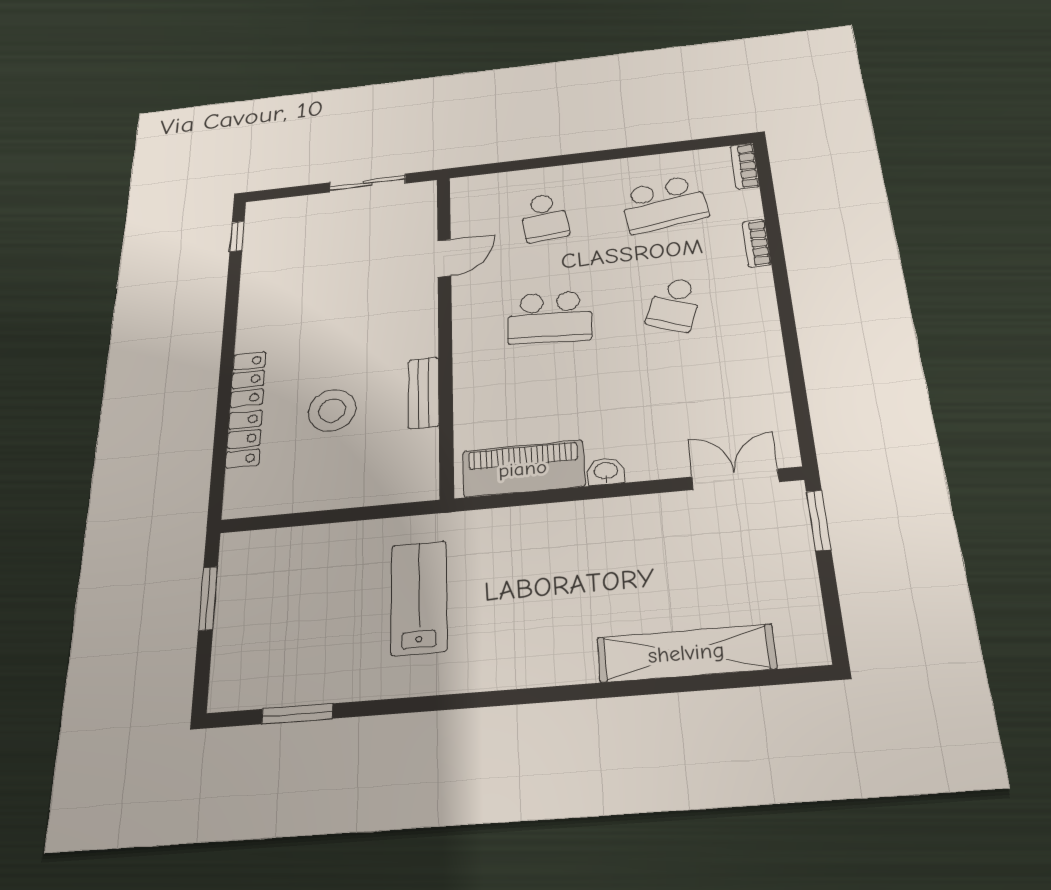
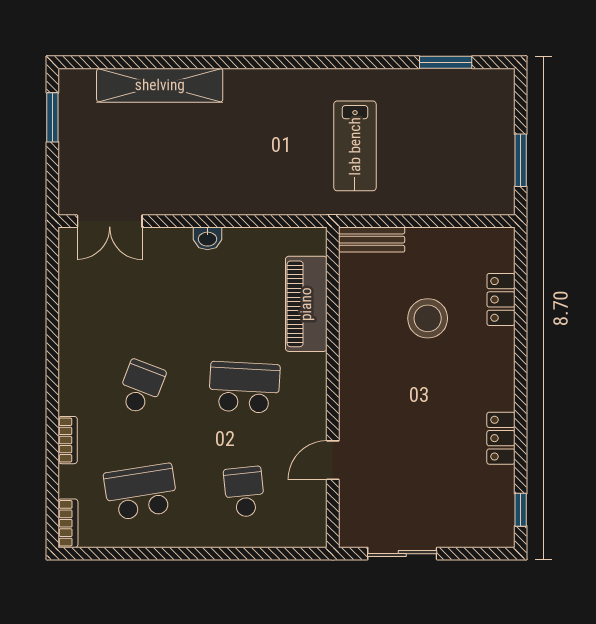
locker: (248, 379) -> (501, 438), moved
bench: (424, 393) -> (372, 240), moved, turned 90
piano: (523, 469) -> (306, 304), moved, turned 90
window: (818, 520) -> (52, 117), moved

